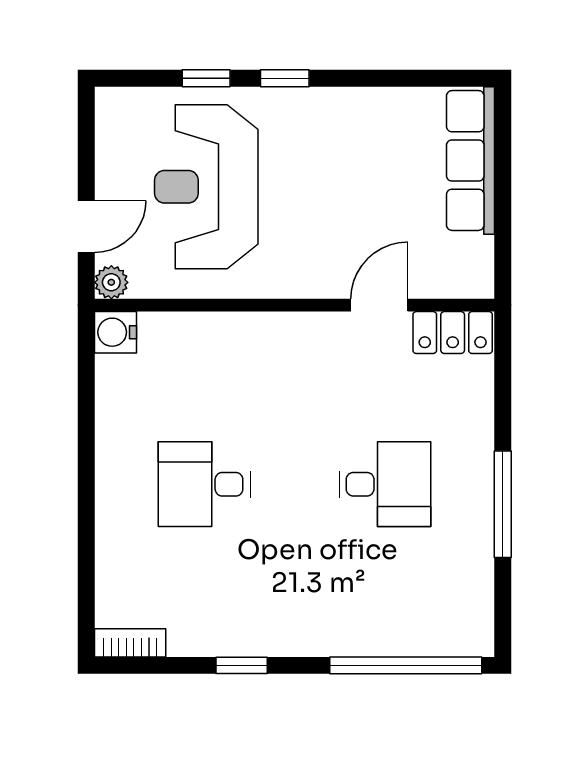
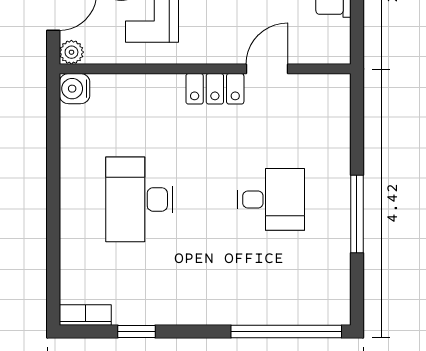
locker: (453, 333) -> (215, 89), moved
desk: (204, 484) -> (139, 199), width x1.37
window: (242, 665) -> (137, 332), moved

